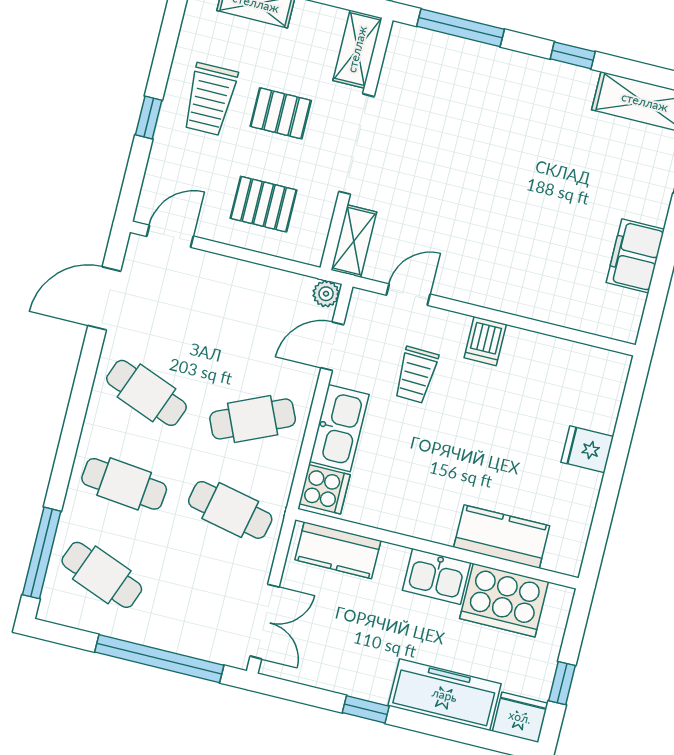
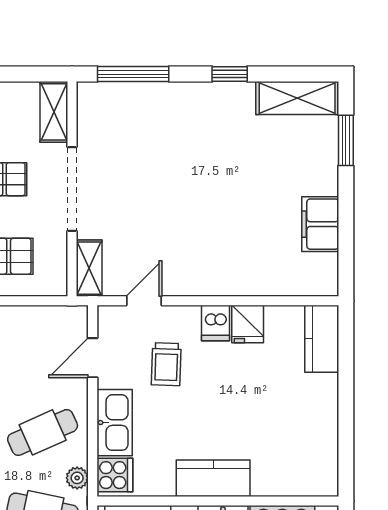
plant: (326, 294) -> (77, 478), moved
kitchen counter: (604, 390) -> (322, 339), added
fridge: (587, 449) -> (248, 324), moved, turned -90
kitchen counter: (502, 537) -> (213, 478), moved

